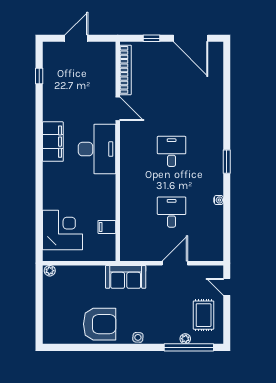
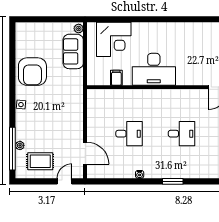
filing cabinet: (53, 142) -> (190, 31), removed
desk: (97, 149) -> (154, 69), moved
door: (175, 263) -> (85, 153), moved
sofa: (126, 277) -> (73, 51), moved

